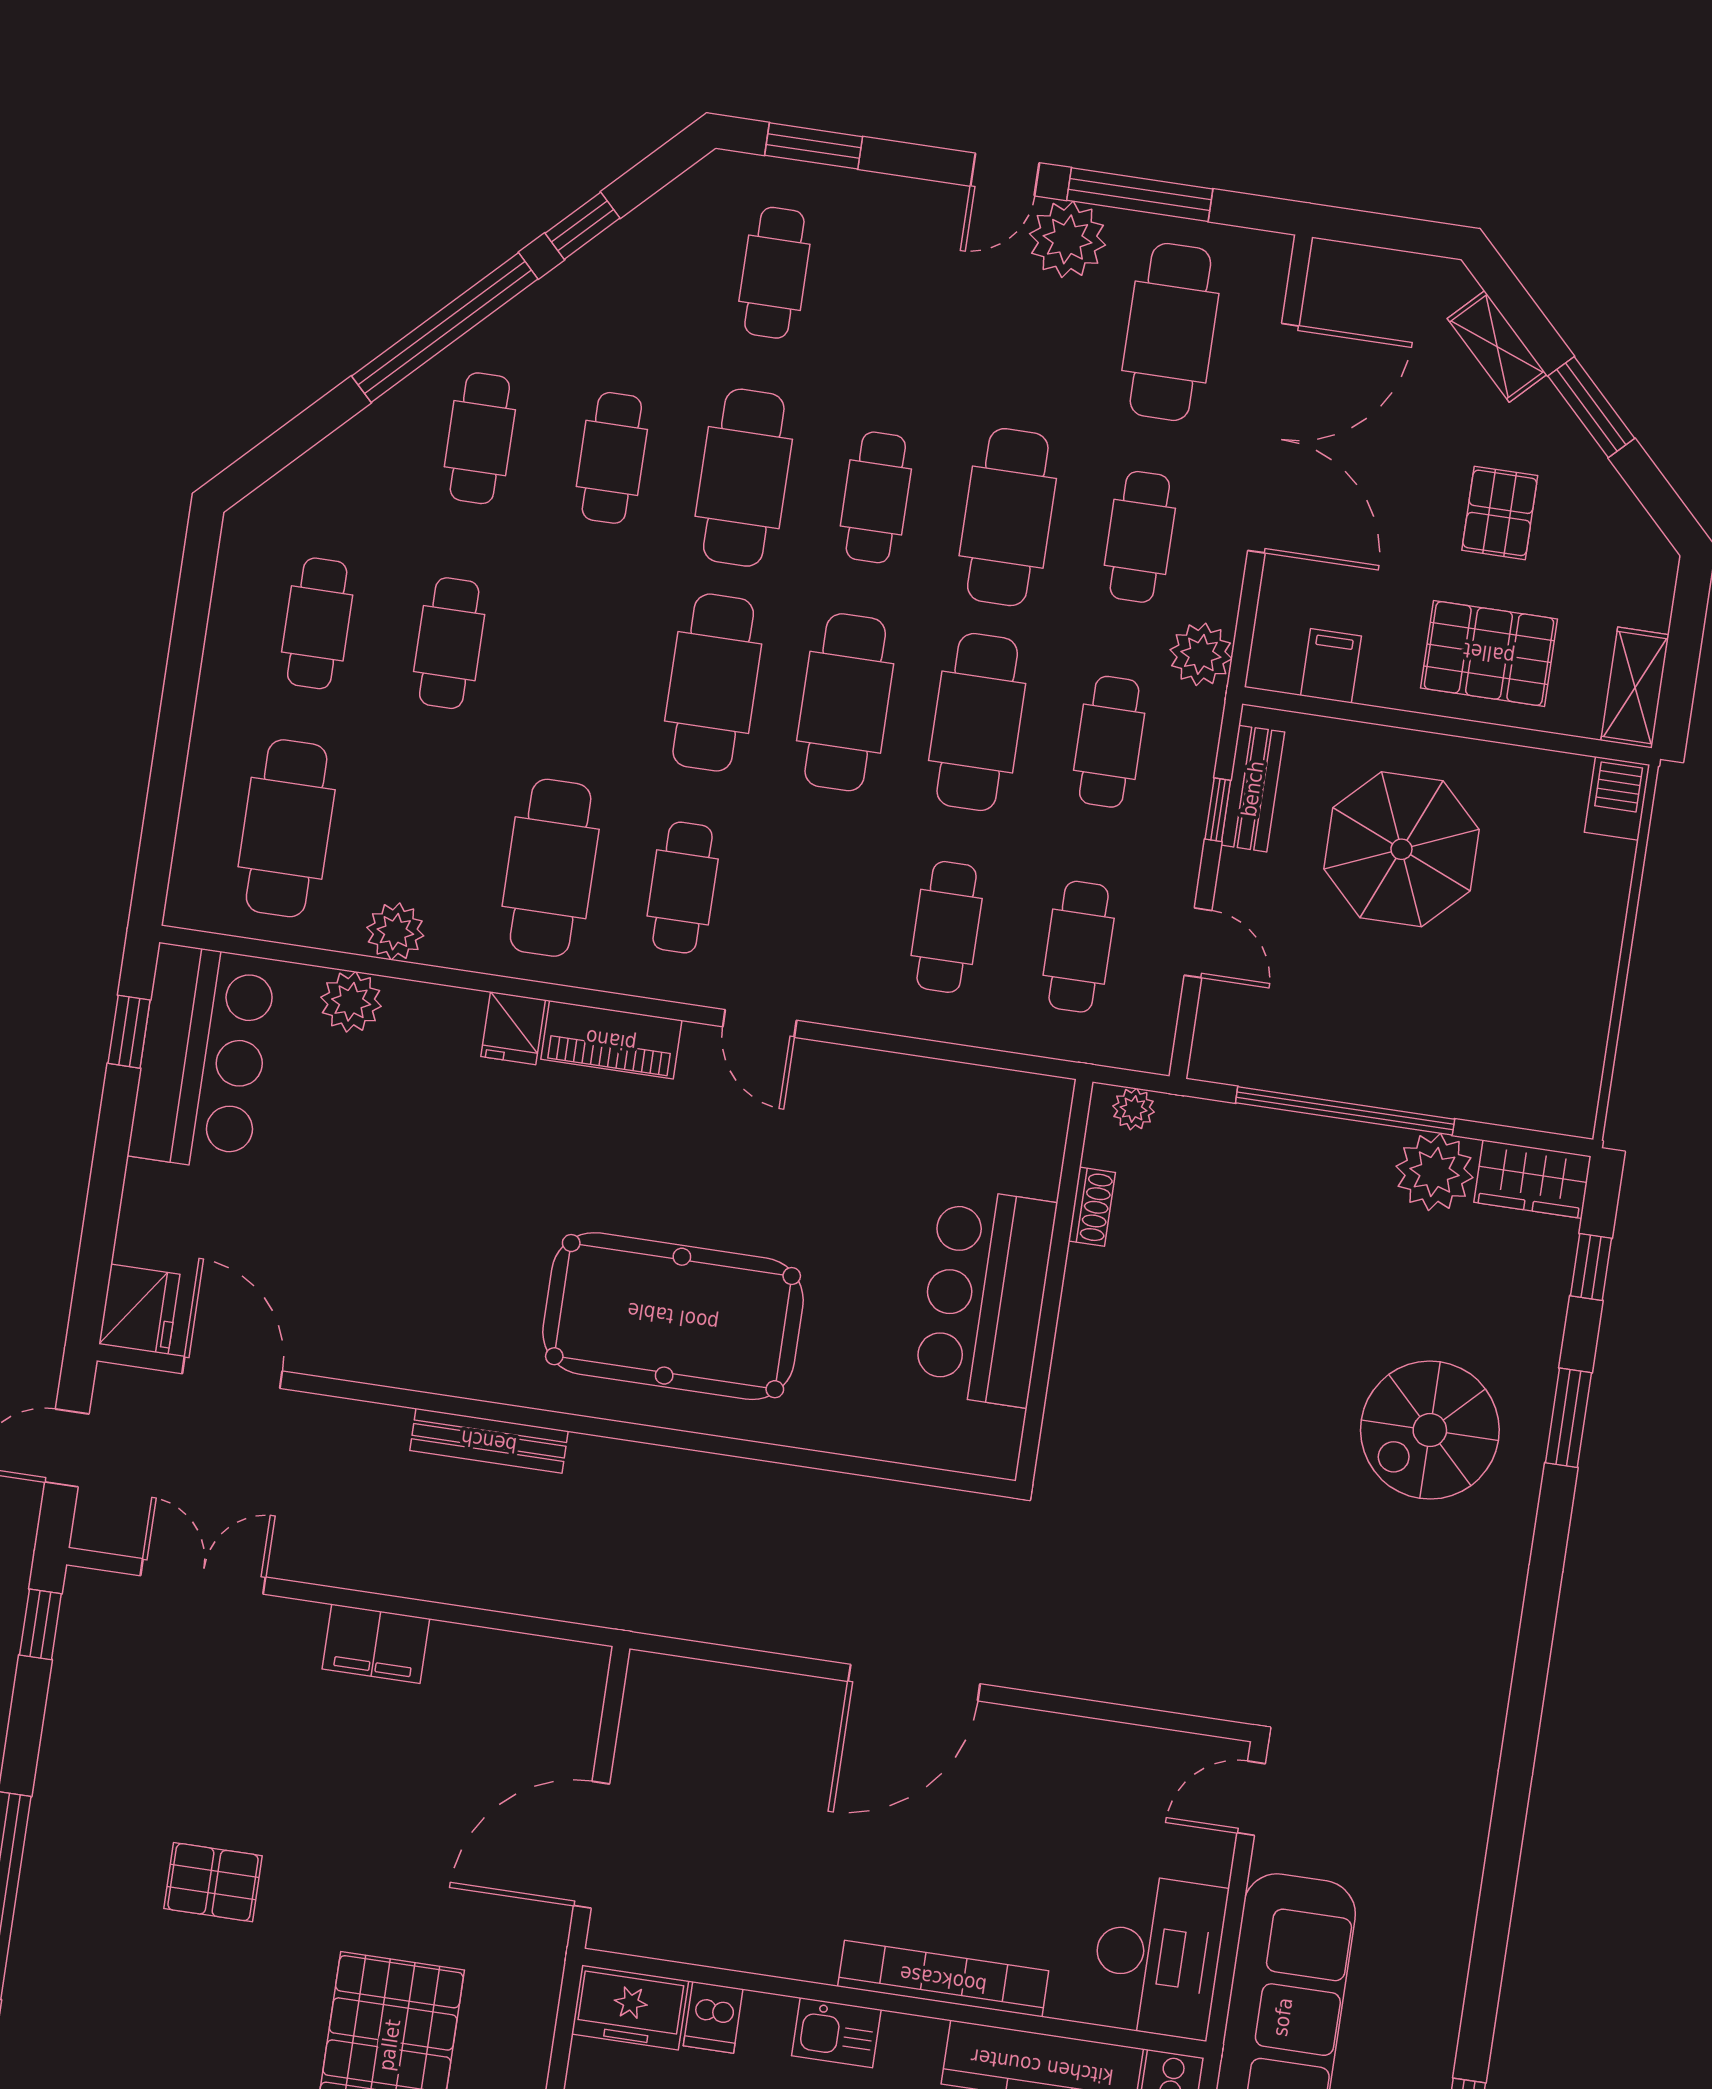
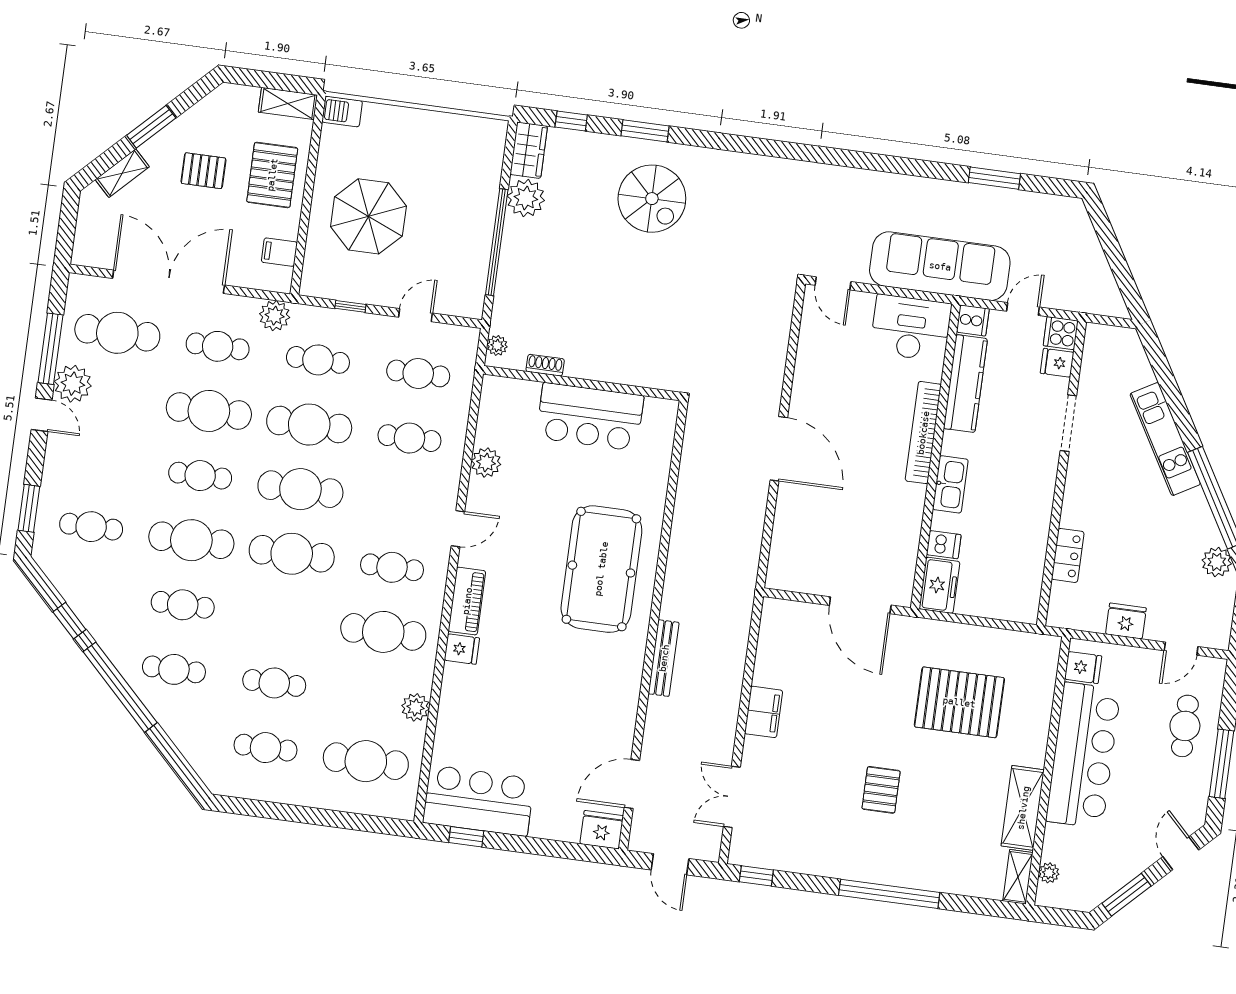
bench: (1253, 789) -> (340, 289), removed
plant: (351, 1002) -> (486, 462), moved
kitchen sink: (836, 2033) -> (950, 484), width x1.38

